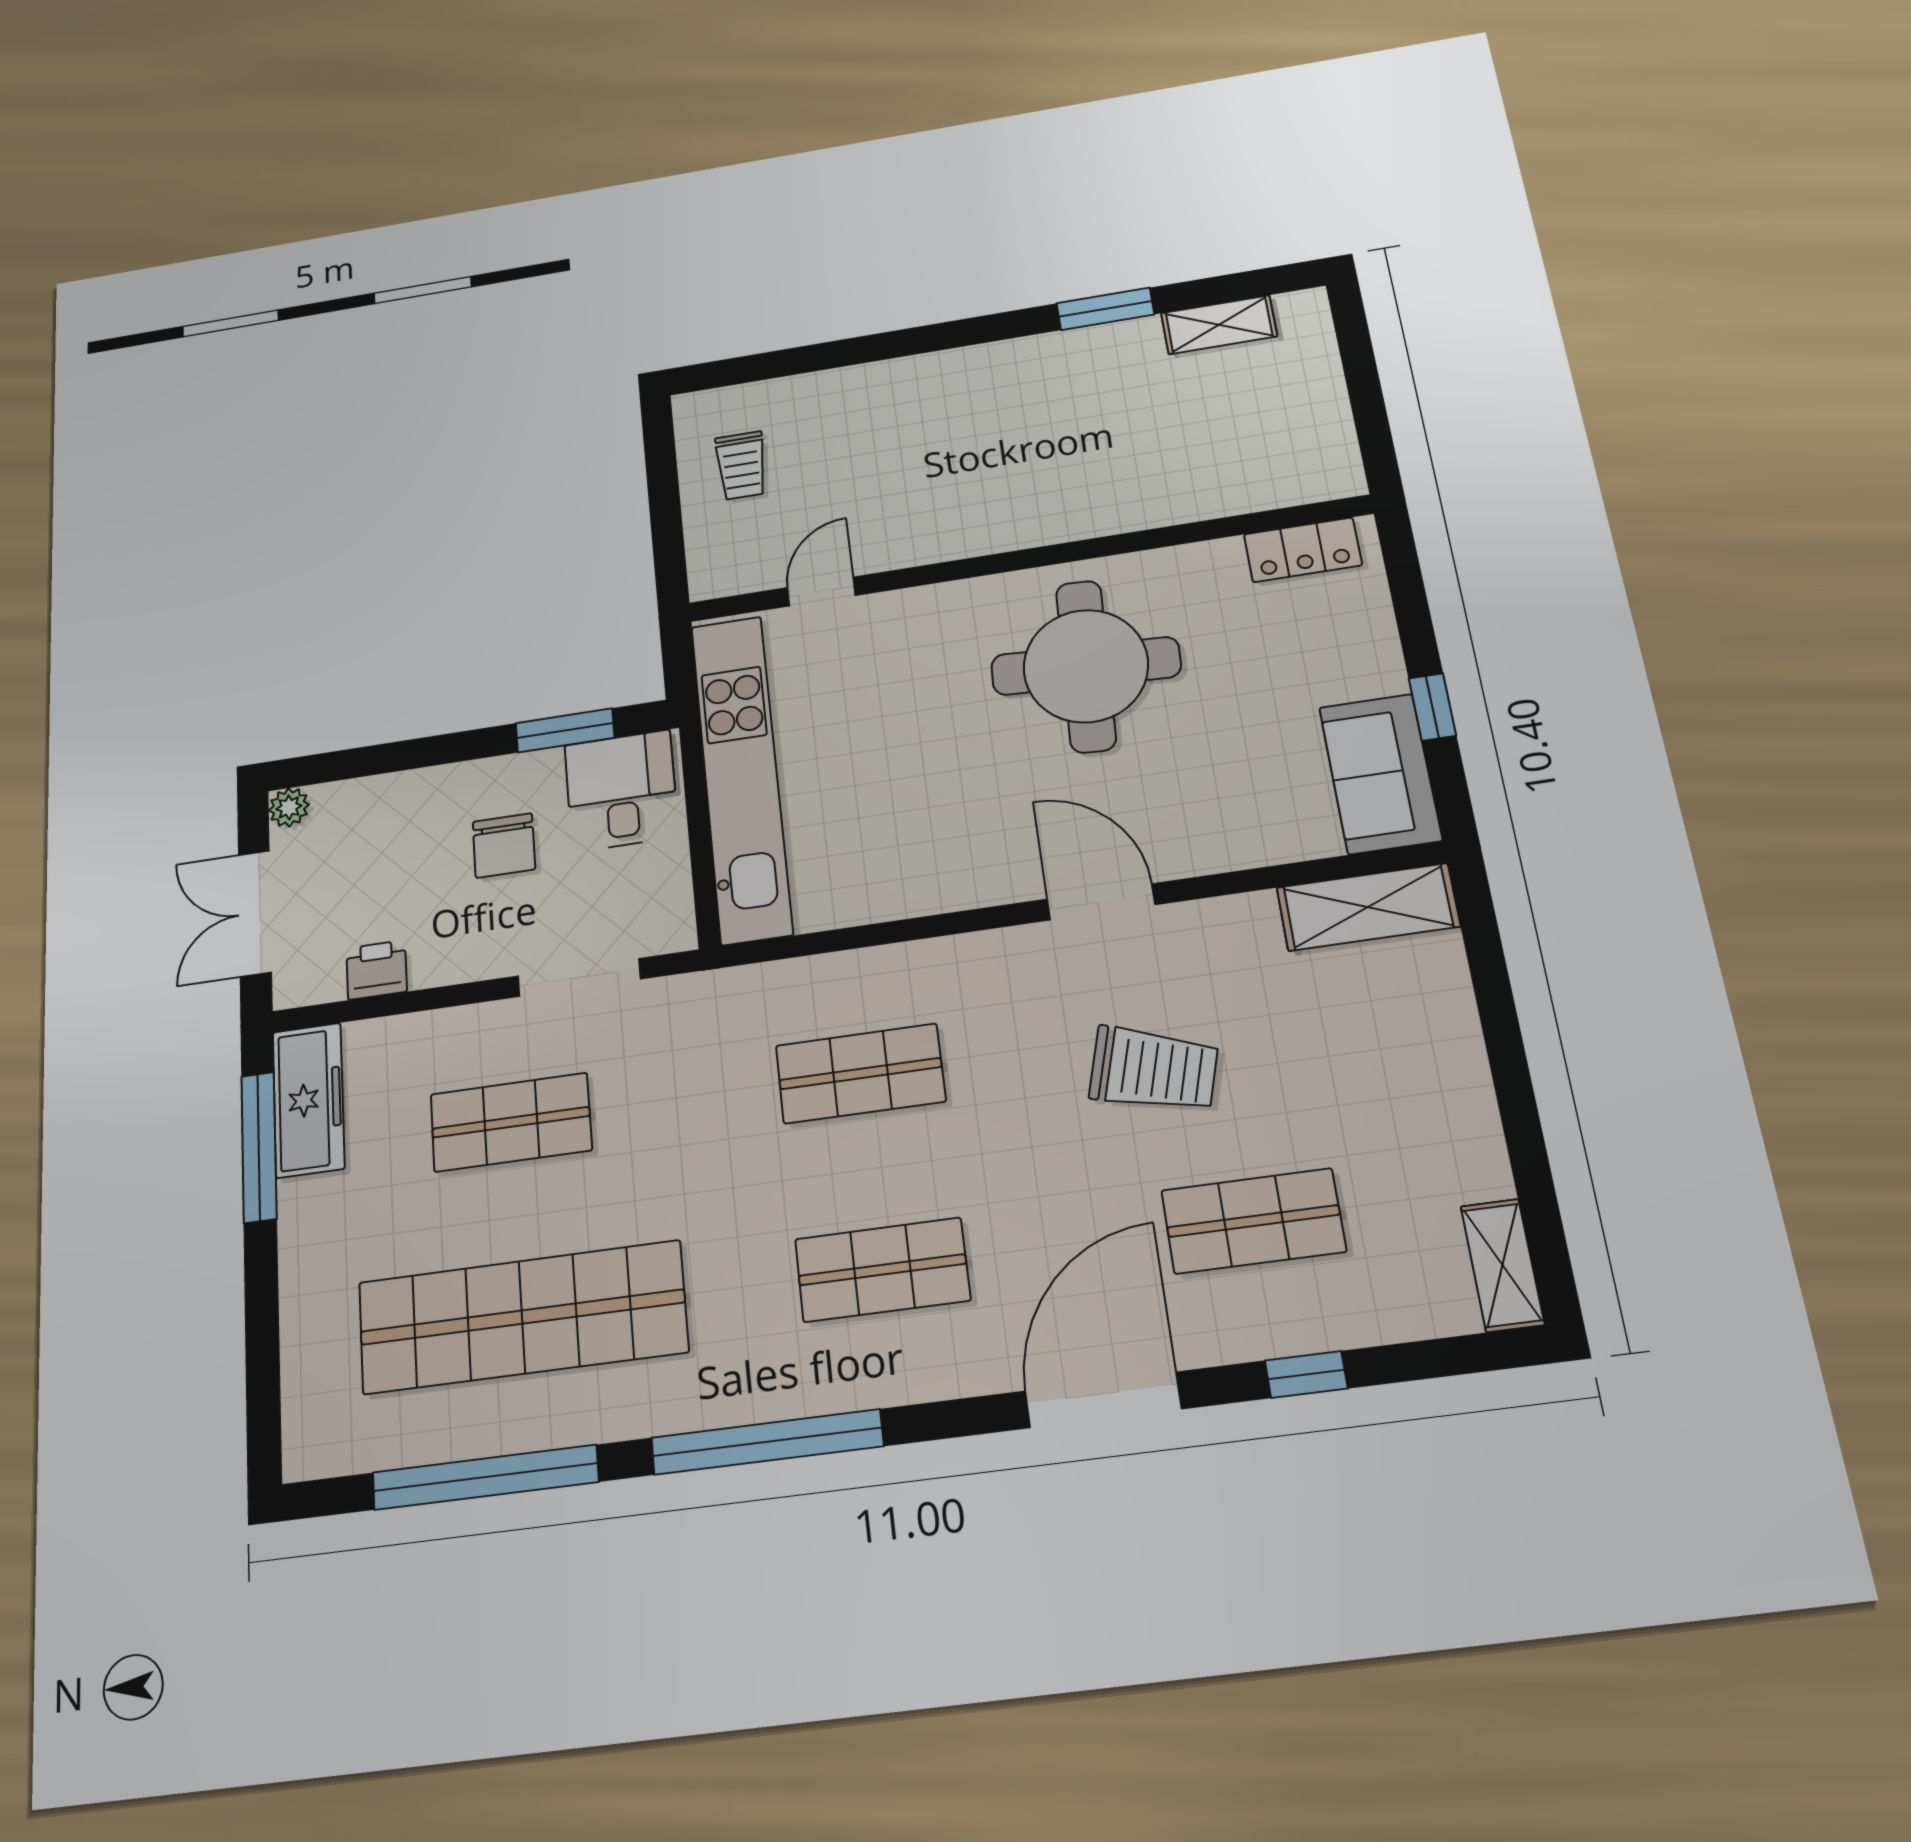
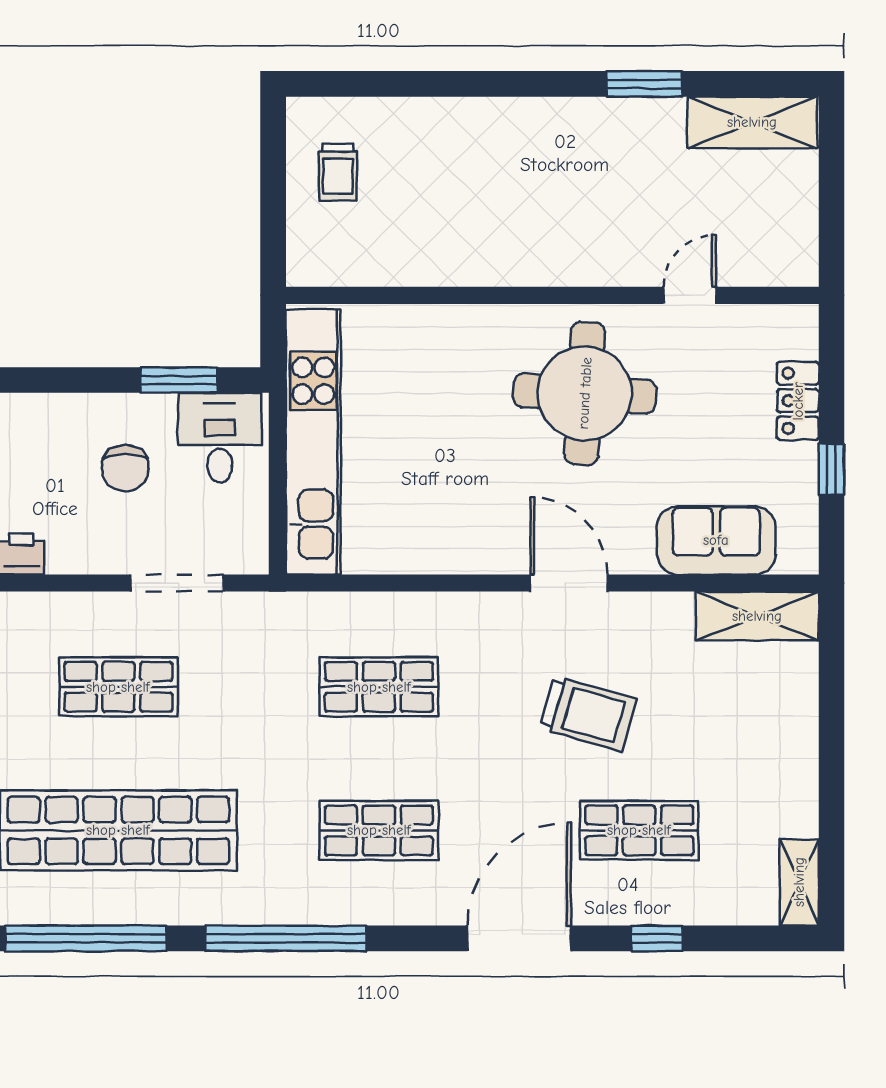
shelving: (1219, 325) -> (752, 122), width x1.50, depth x1.33
locker: (1303, 550) -> (798, 401), moved, turned 90
door: (821, 591) -> (690, 295), moved
sofa: (1380, 774) -> (716, 540), moved, turned 90

